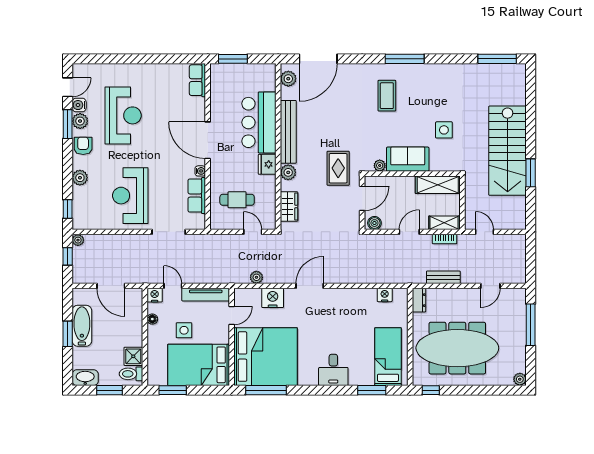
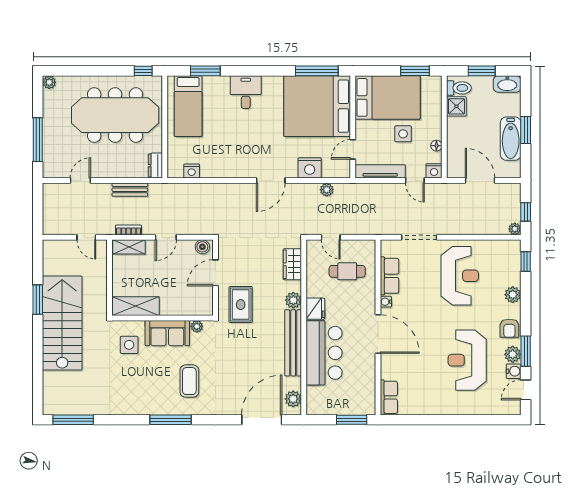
sofa: (408, 159) -> (167, 333), moved
plant: (380, 166) -> (197, 326), moved
wall: (412, 174) -> (162, 318), moved
shelving: (438, 185) -> (136, 306), moved

